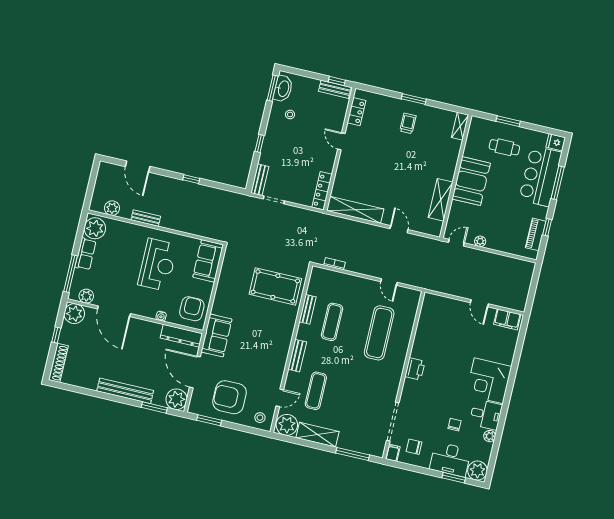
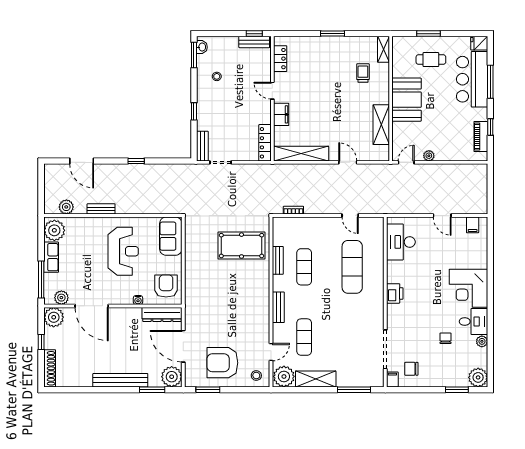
washbasin: (283, 89) -> (202, 47), width x0.52, depth x0.69
trolley: (408, 123) -> (363, 73), moved
filing cabinet: (345, 167) -> (281, 114), added
filing cabinet: (507, 319) -> (473, 225), width x0.50
sofa: (217, 335) -> (196, 306), removed
desk: (450, 459) -> (401, 242), moved, turned 90

